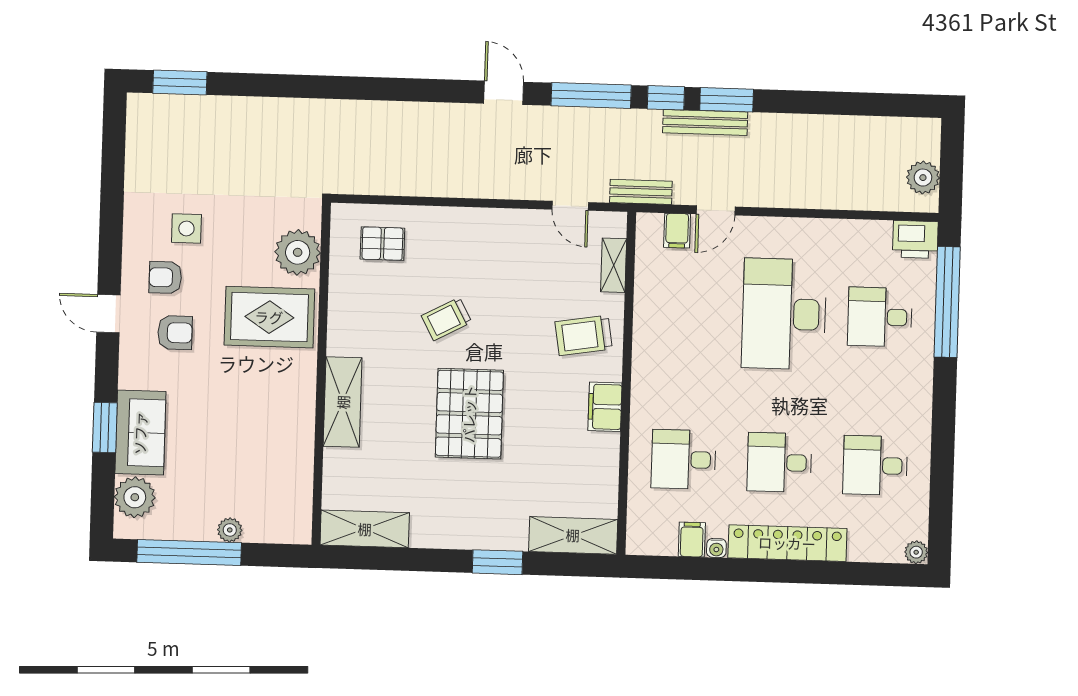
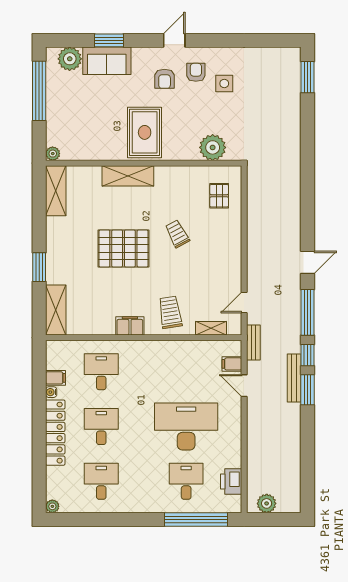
printer: (915, 239) -> (231, 482), moved
rug: (269, 317) -> (145, 132), moved
plant: (230, 530) -> (53, 154), moved

